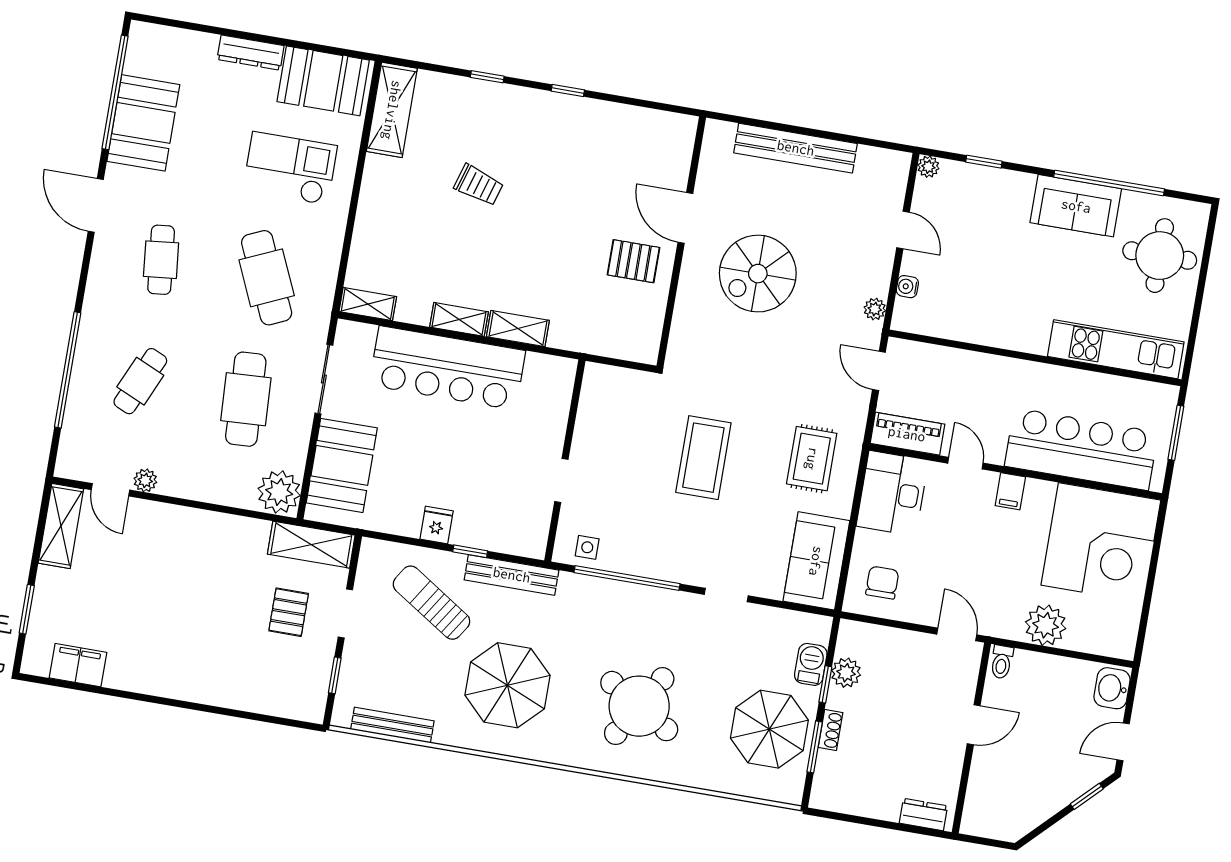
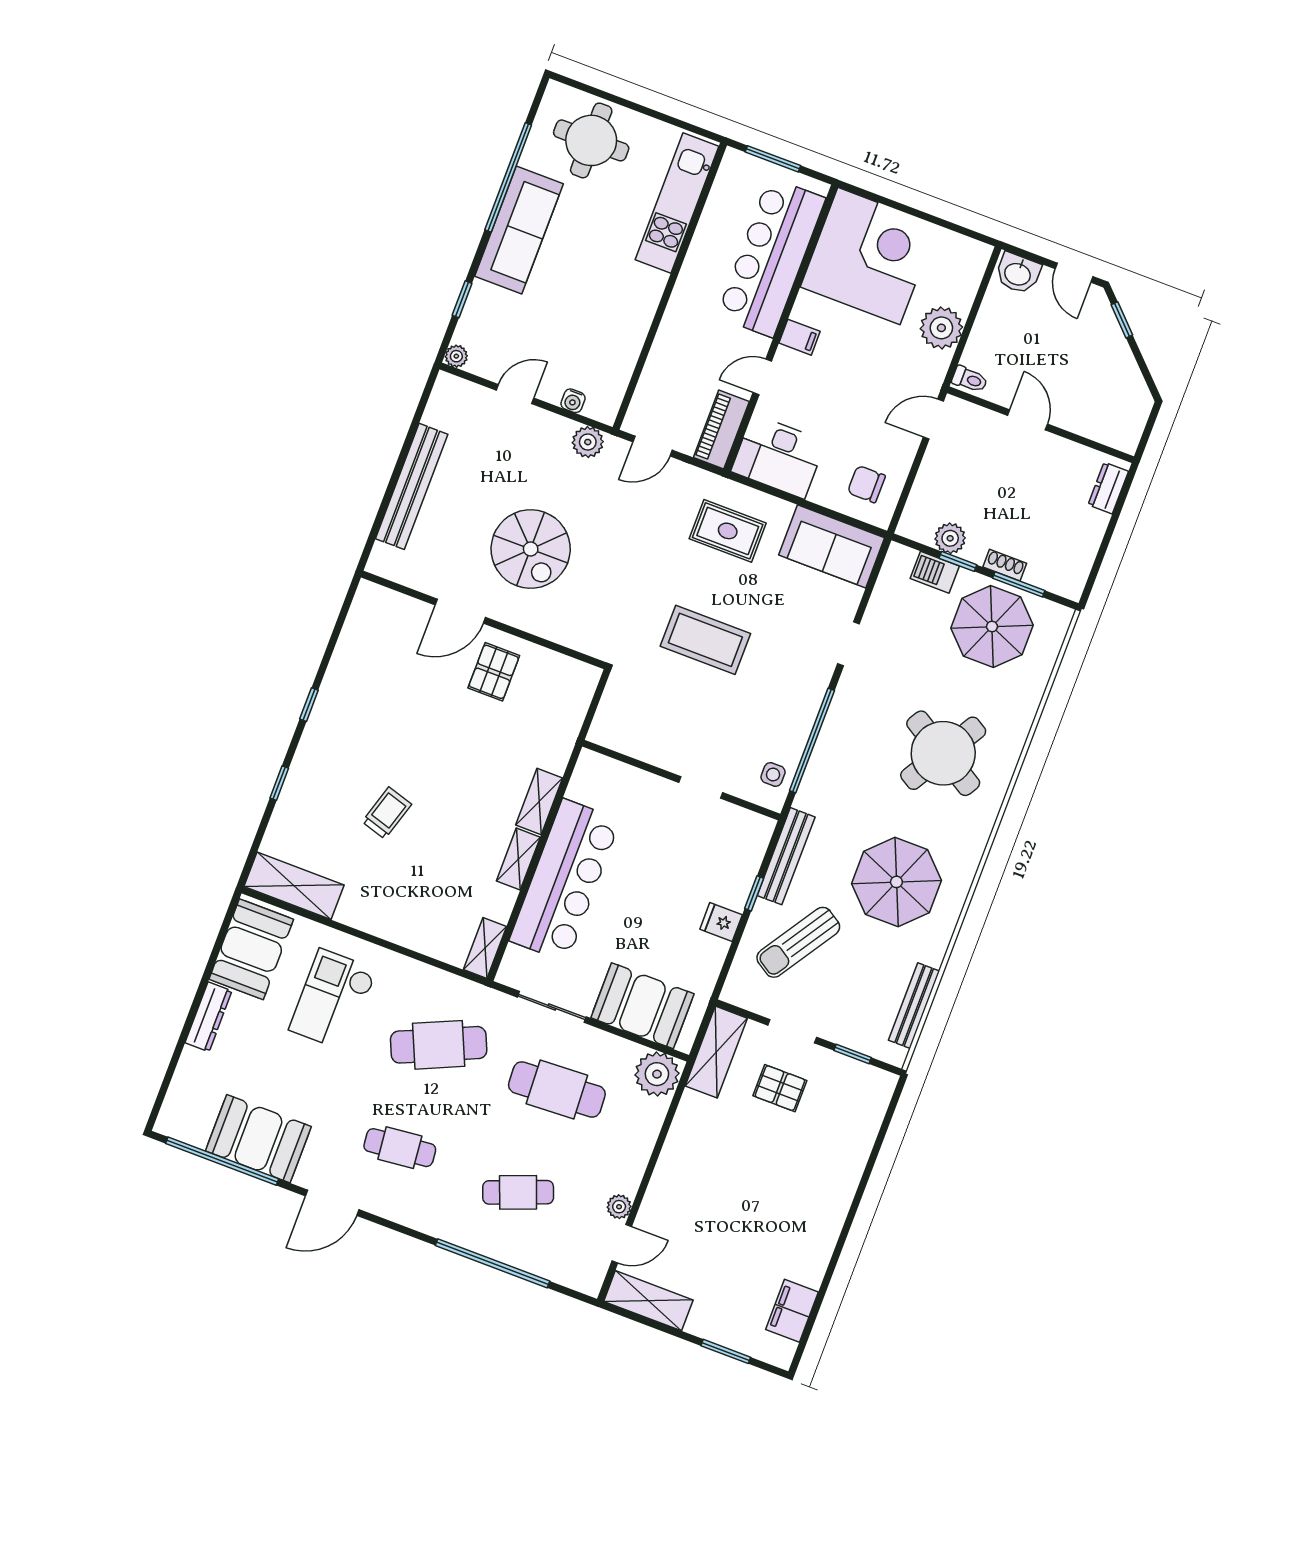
sofa: (1076, 206) -> (519, 230), width x1.36
plant: (875, 309) -> (588, 442), width x1.38, depth x1.38
cafe table: (140, 381) -> (518, 1192), turned -45

